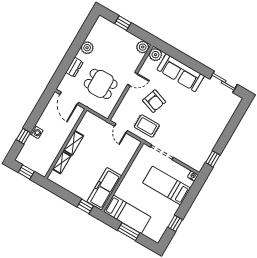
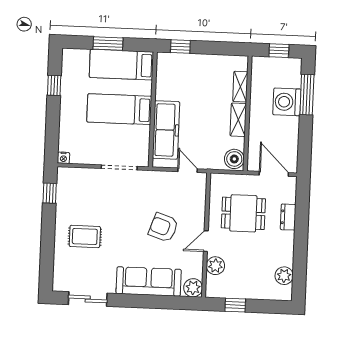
window: (123, 23) -> (235, 305), moved
plant: (143, 47) -> (215, 266), moved
plant: (87, 48) -> (284, 276), moved
boiler: (89, 120) -> (234, 159), added
rug: (147, 126) -> (85, 236), moved
washing machine: (36, 132) -> (287, 102), width x1.89, depth x1.89
window: (23, 136) -> (307, 95), width x2.17
bed: (167, 186) -> (119, 109), moved, turned 180
freezer: (104, 189) -> (166, 130), moved

